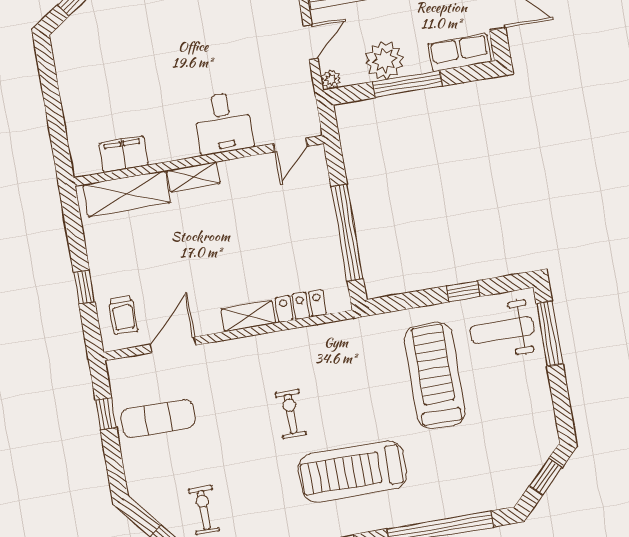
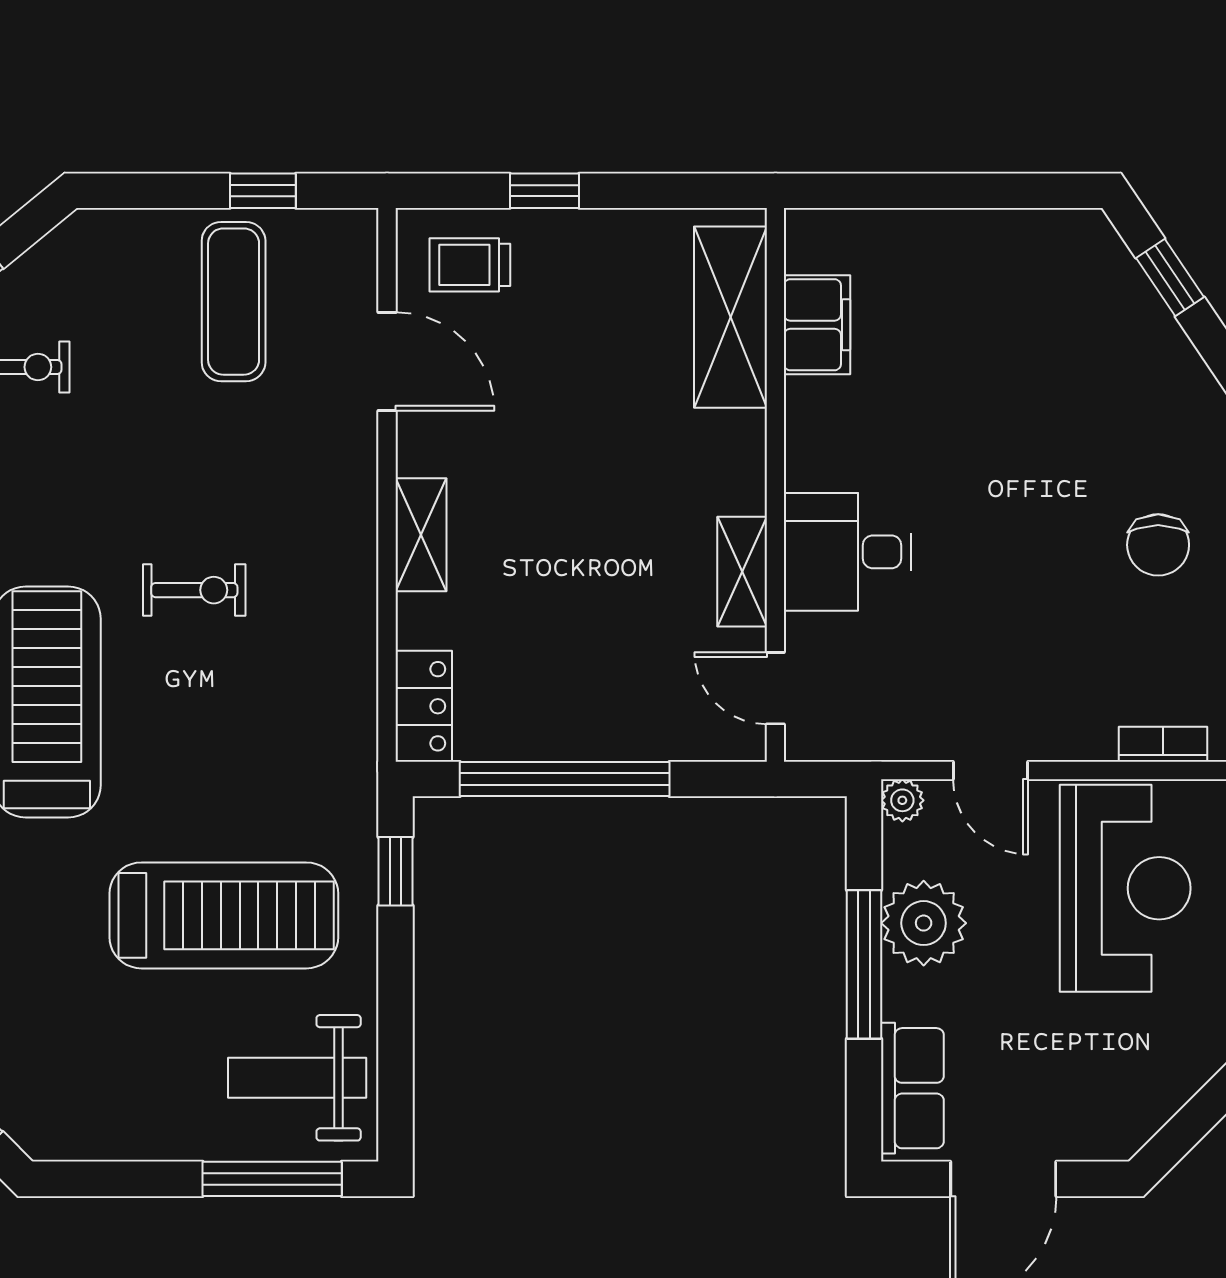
shelving: (193, 177) -> (742, 572), moved
window: (463, 291) -> (396, 871), moved
locker: (301, 306) -> (424, 706), moved
weight bench: (502, 330) -> (297, 1078), turned -90

